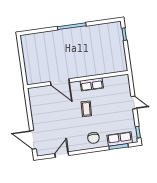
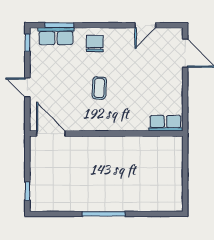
door: (60, 82) -> (51, 133), moved
row of seats: (92, 84) -> (165, 123), moved

